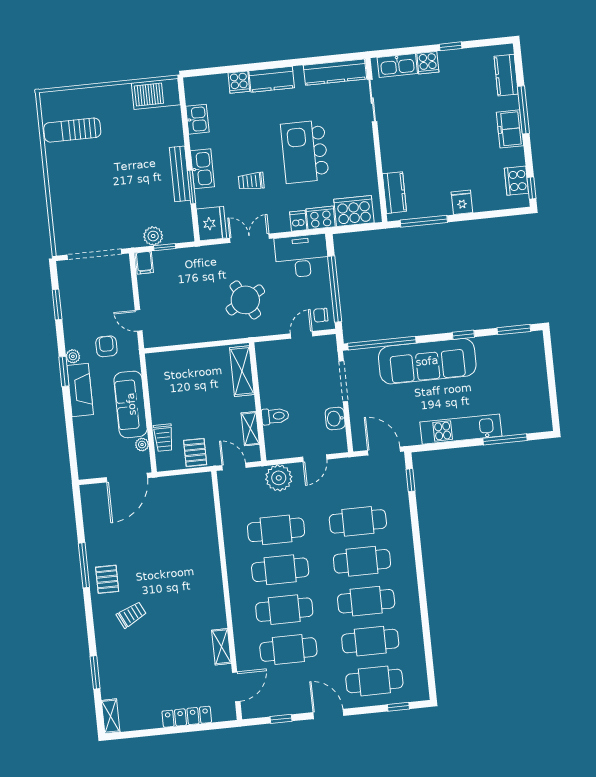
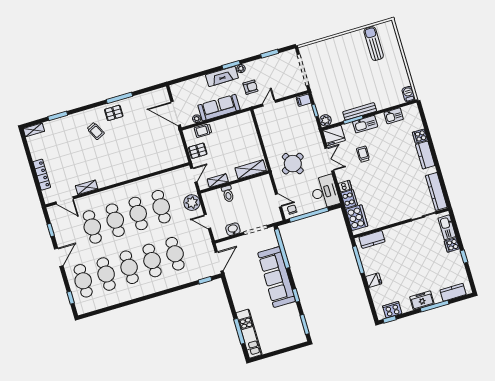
barbecue: (156, 94) -> (409, 94), width x0.53, depth x0.65
kitchen island: (305, 152) -> (386, 182), removed
plant: (153, 236) -> (325, 120), moved
kitchen unit: (461, 429) -> (249, 334), moved

